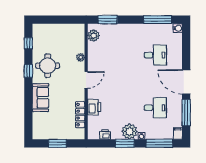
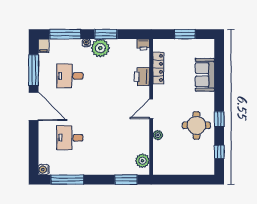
sofa: (41, 98) -> (205, 75), moved
printer: (105, 134) -> (143, 45), moved

